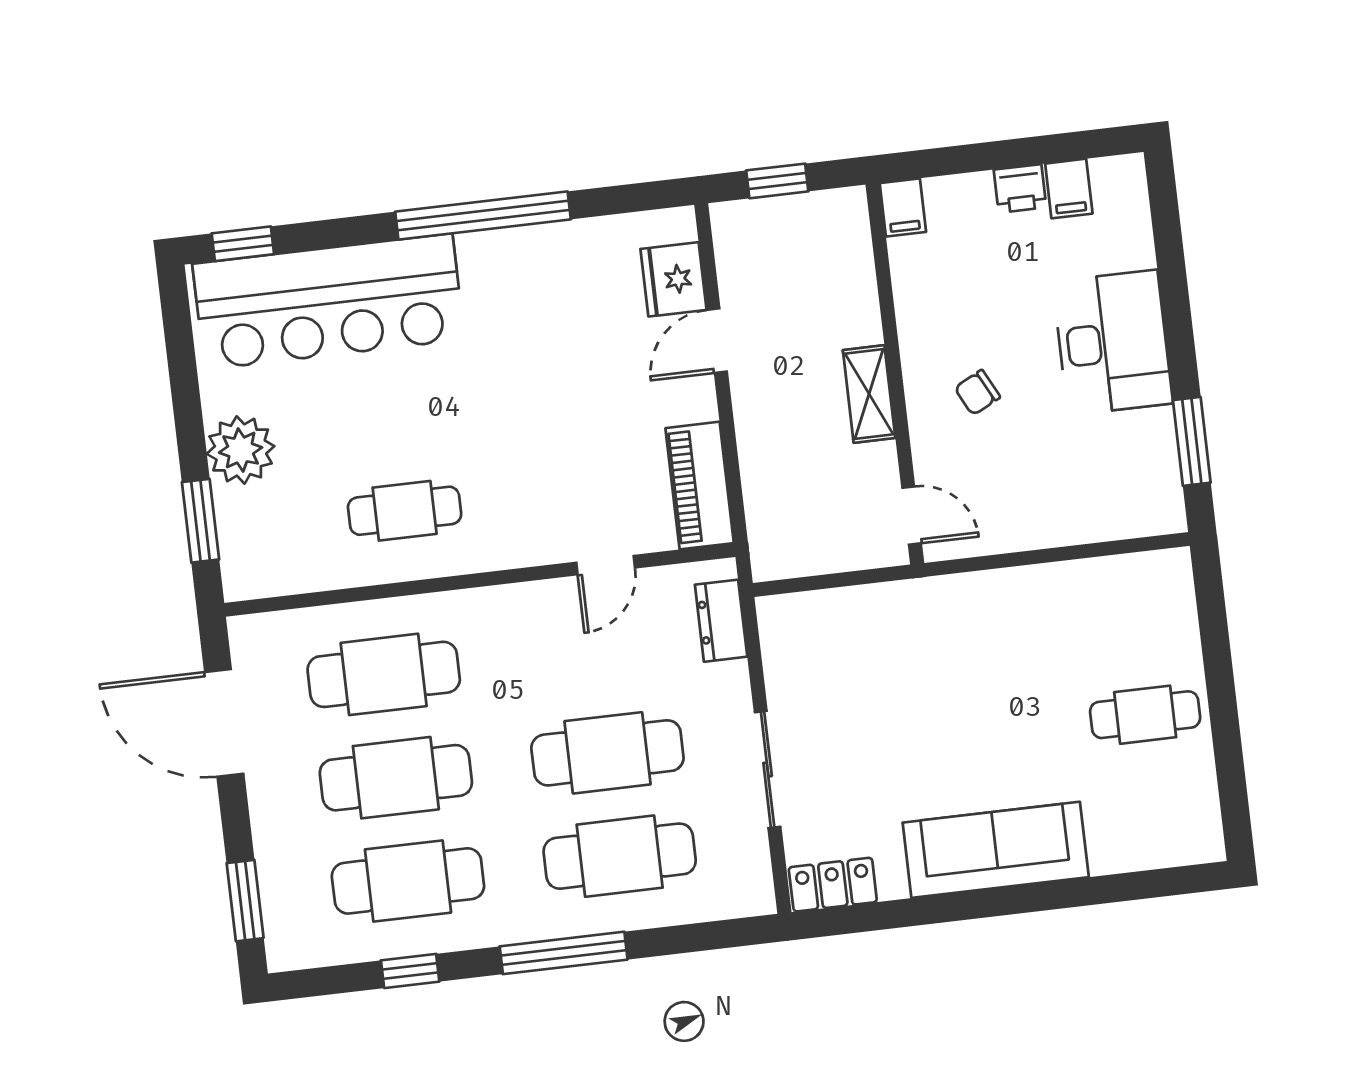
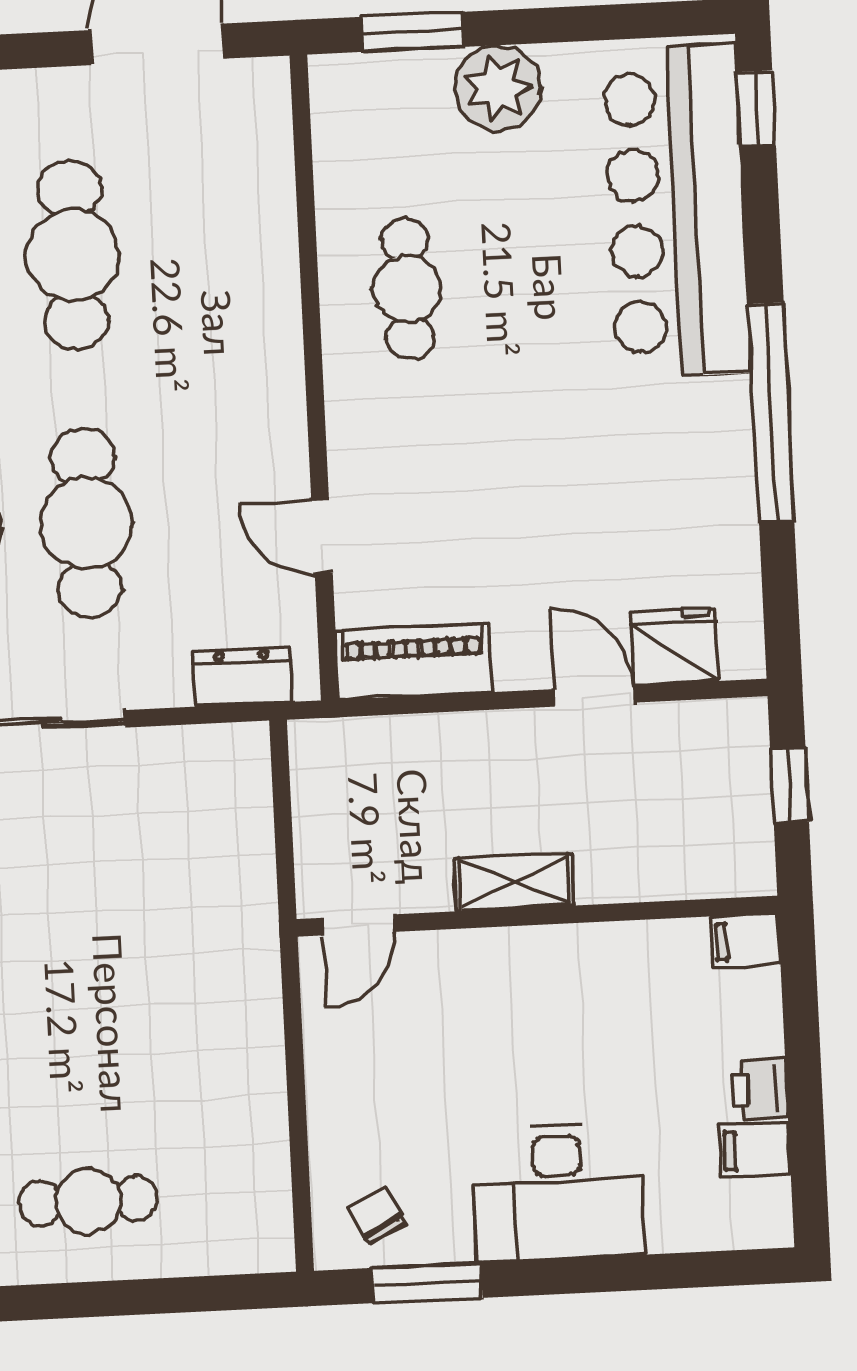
chair: (977, 393) -> (377, 1216), moved
cafe table: (384, 674) -> (204, 249), removed
cafe table: (1145, 715) -> (88, 1201), turned 90

